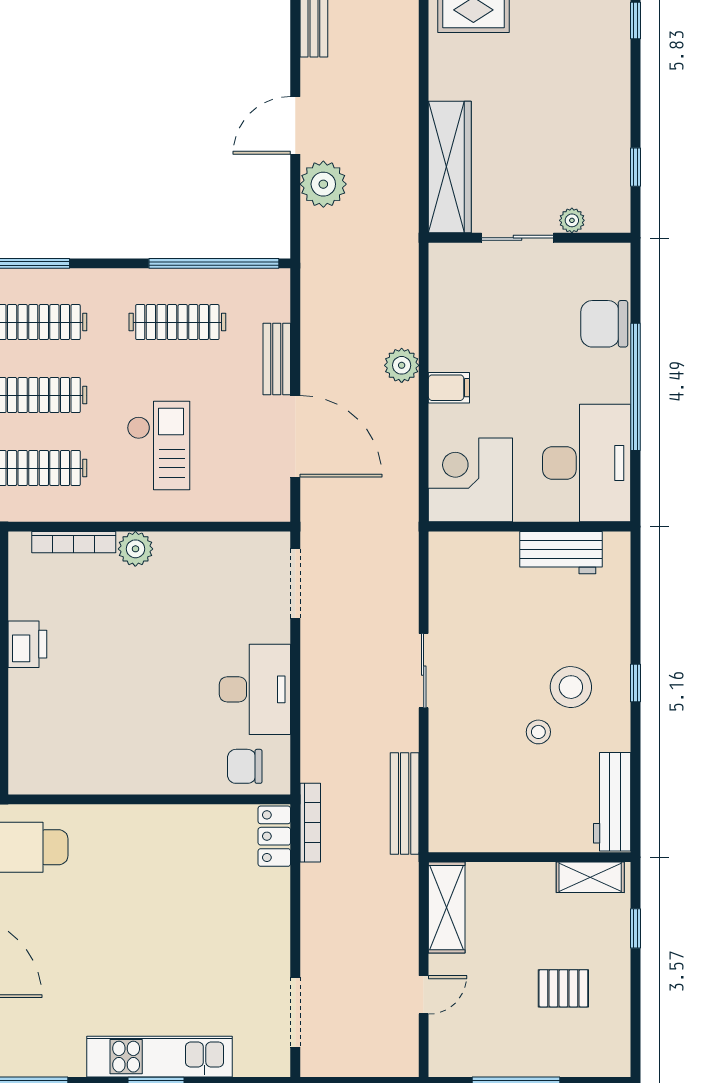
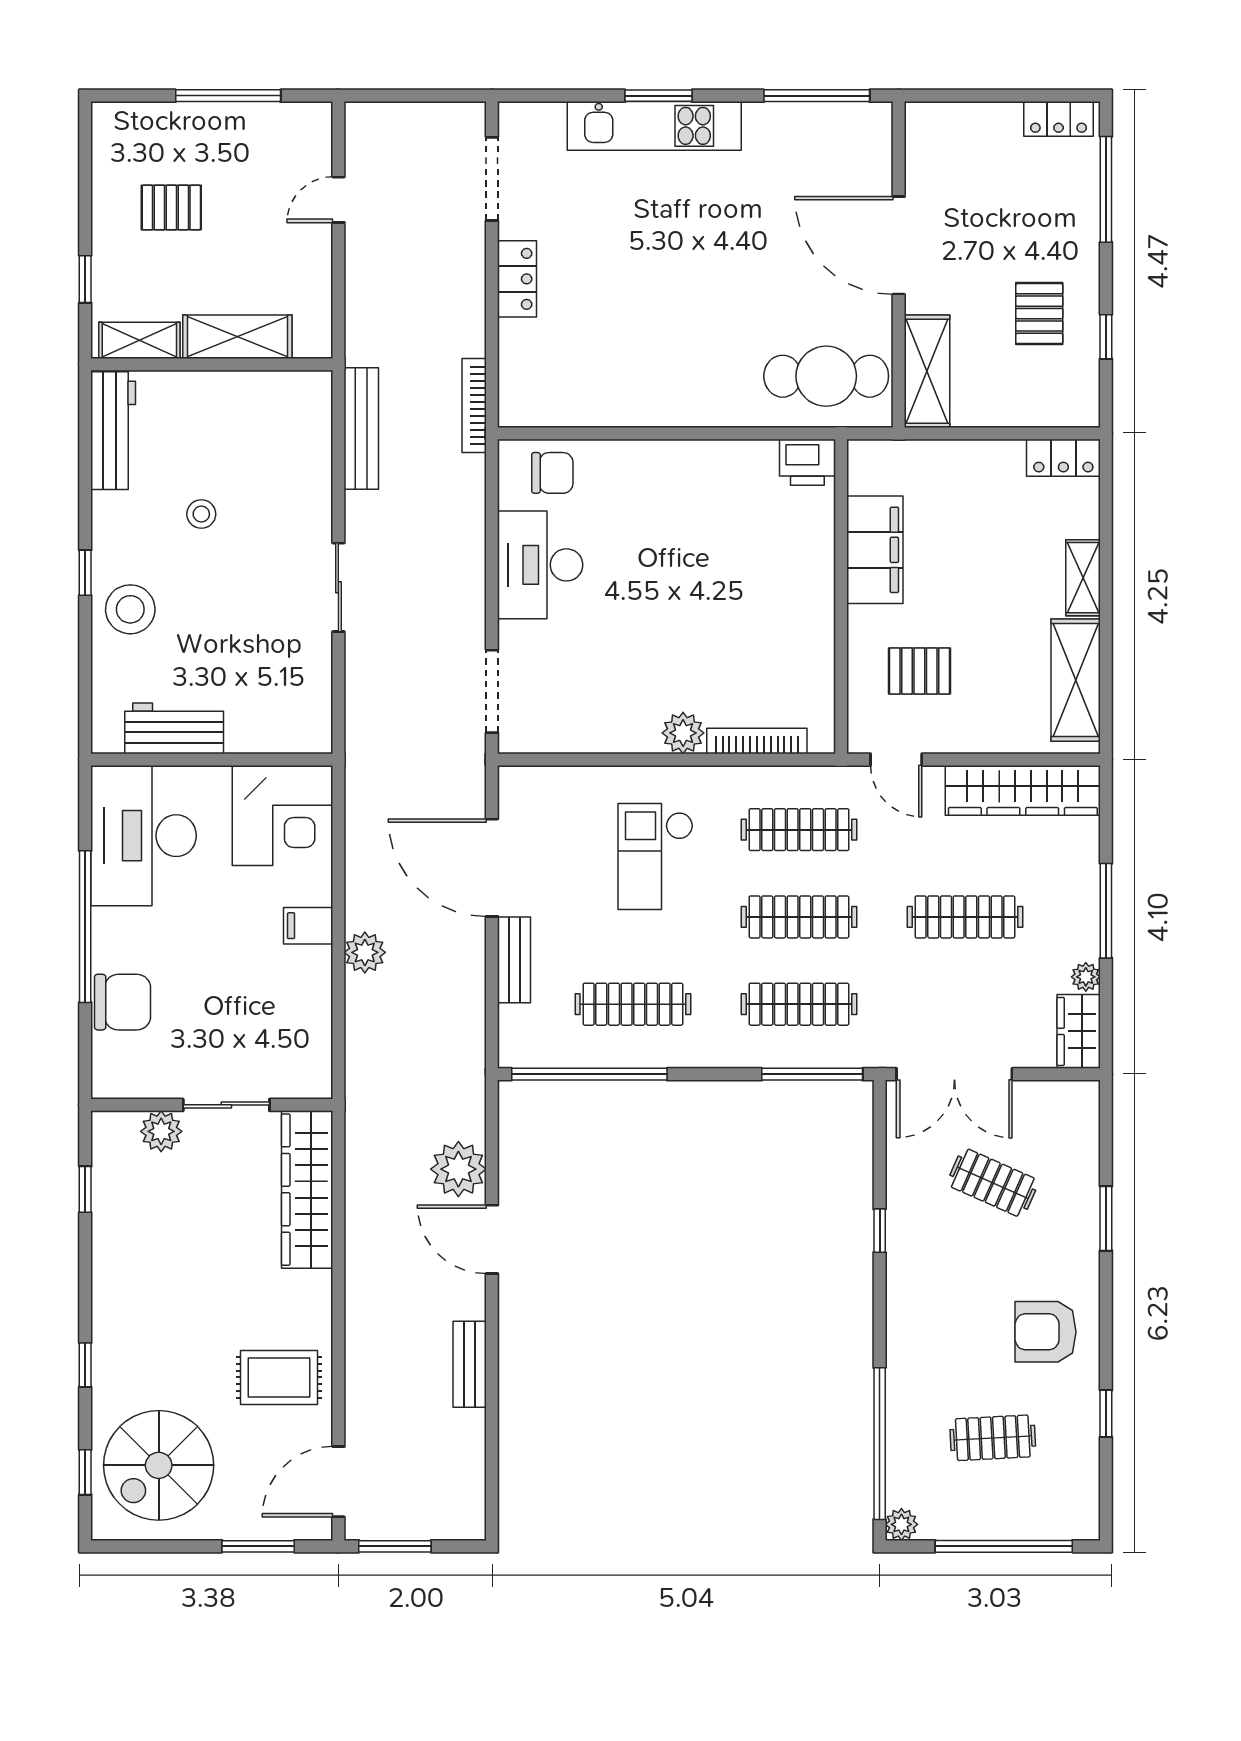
door: (295, 125) -> (492, 1239), swing flipped
plant: (572, 220) -> (161, 1131), width x1.38, depth x1.38
printer: (27, 644) -> (807, 462), moved, turned -90
stool: (571, 687) -> (130, 609), moved
locker: (274, 836) -> (517, 279), moved
shelving: (447, 908) -> (237, 337), moved, turned 90

